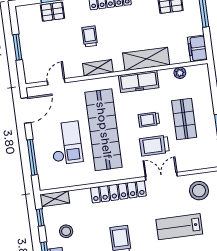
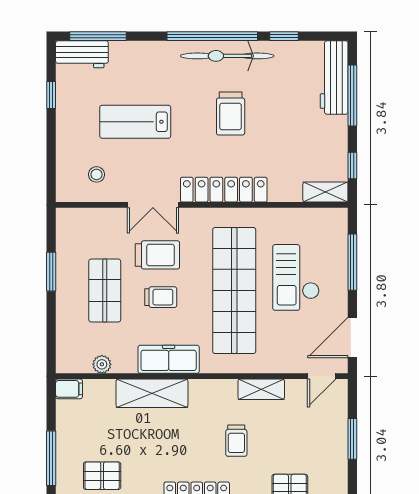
filing cabinet: (197, 49) -> (69, 389), width x0.50
shelving: (98, 68) -> (261, 389), moved
door: (56, 82) -> (322, 376), moved
stool: (199, 191) -> (96, 174), width x0.53, depth x0.53
lab bench: (179, 227) -> (135, 122), turned 180
stool: (66, 231) -> (315, 138), removed

